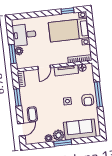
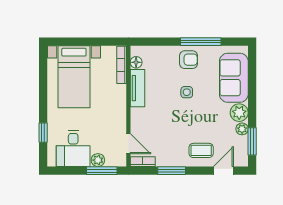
window: (68, 11) -> (43, 133), moved
door: (44, 67) -> (128, 144), moved
window: (98, 94) -> (201, 42), moved
door: (21, 130) -> (223, 171), hinge flipped
window: (63, 143) -> (252, 141), moved

